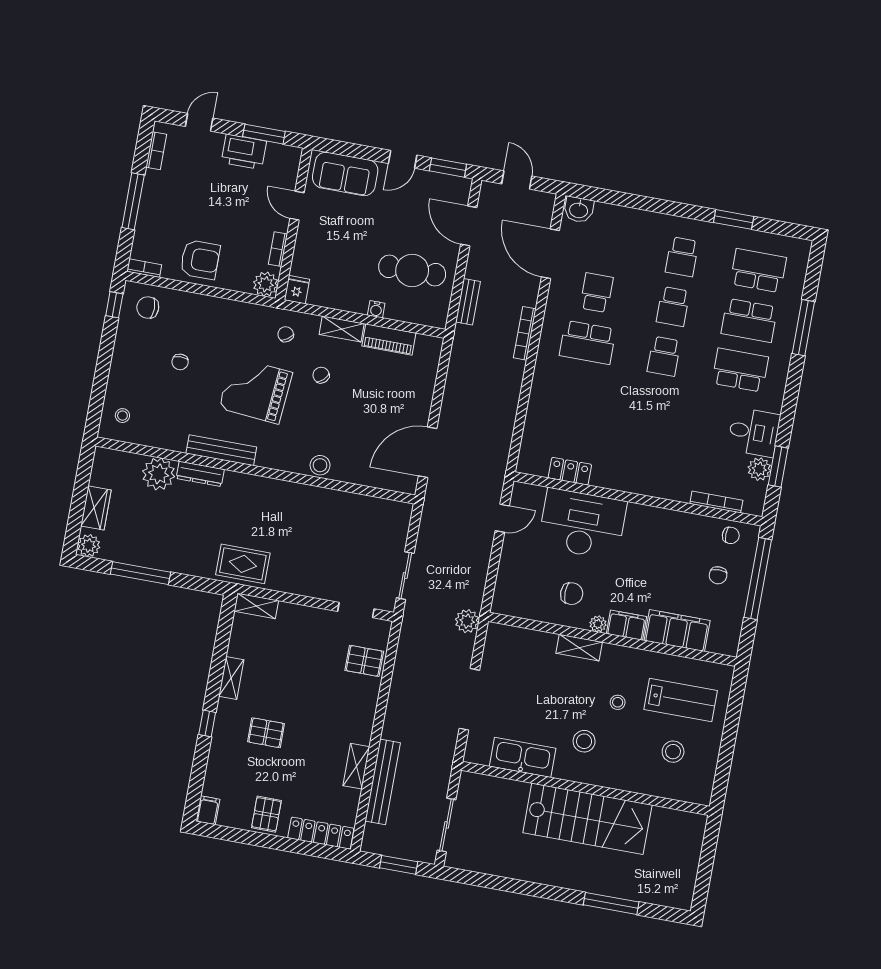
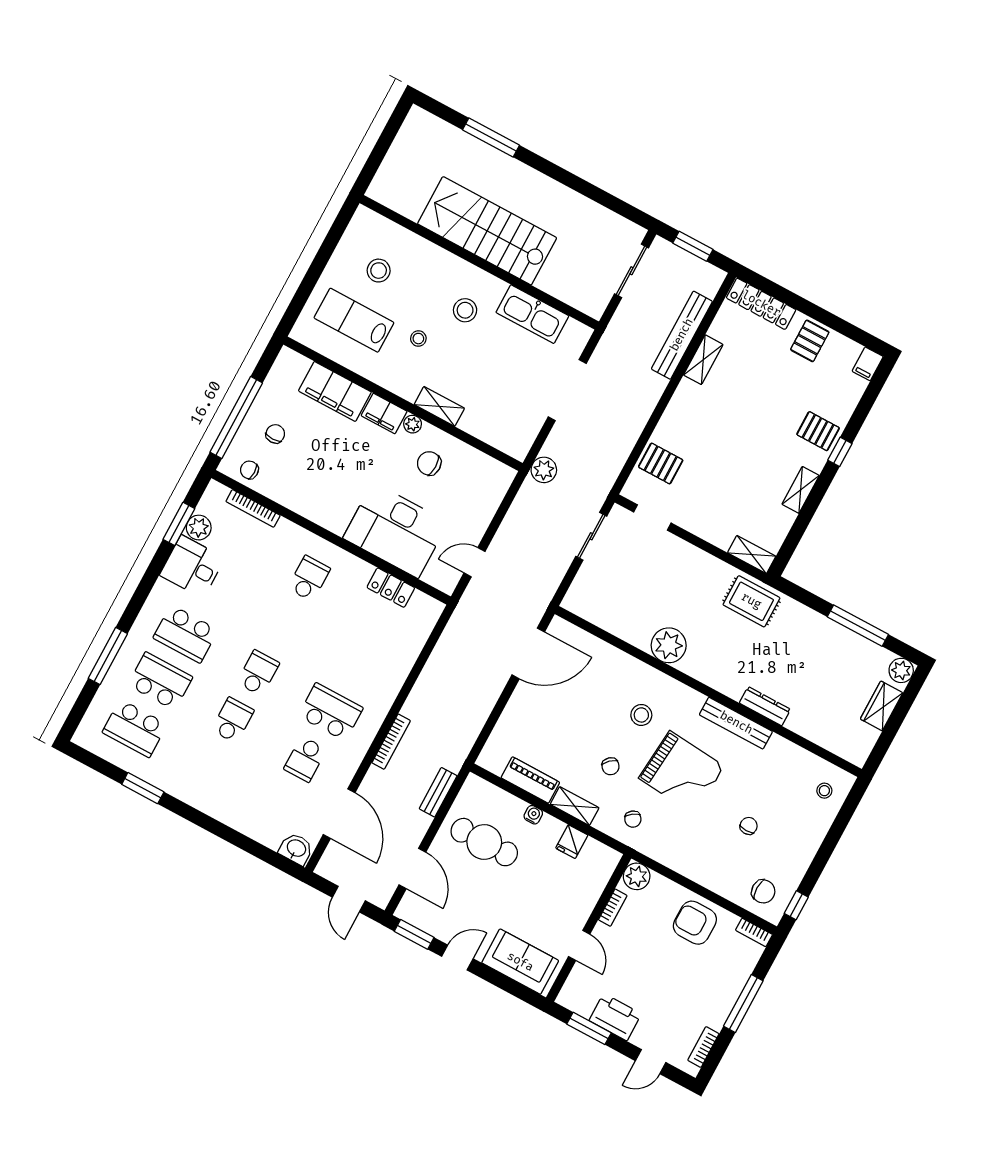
school desk: (682, 257) -> (309, 578), moved
fridge: (297, 290) -> (572, 842), moved
stool: (320, 465) -> (641, 715), moved
plant: (159, 474) -> (669, 645), moved
pallet: (266, 733) -> (818, 431), moved

